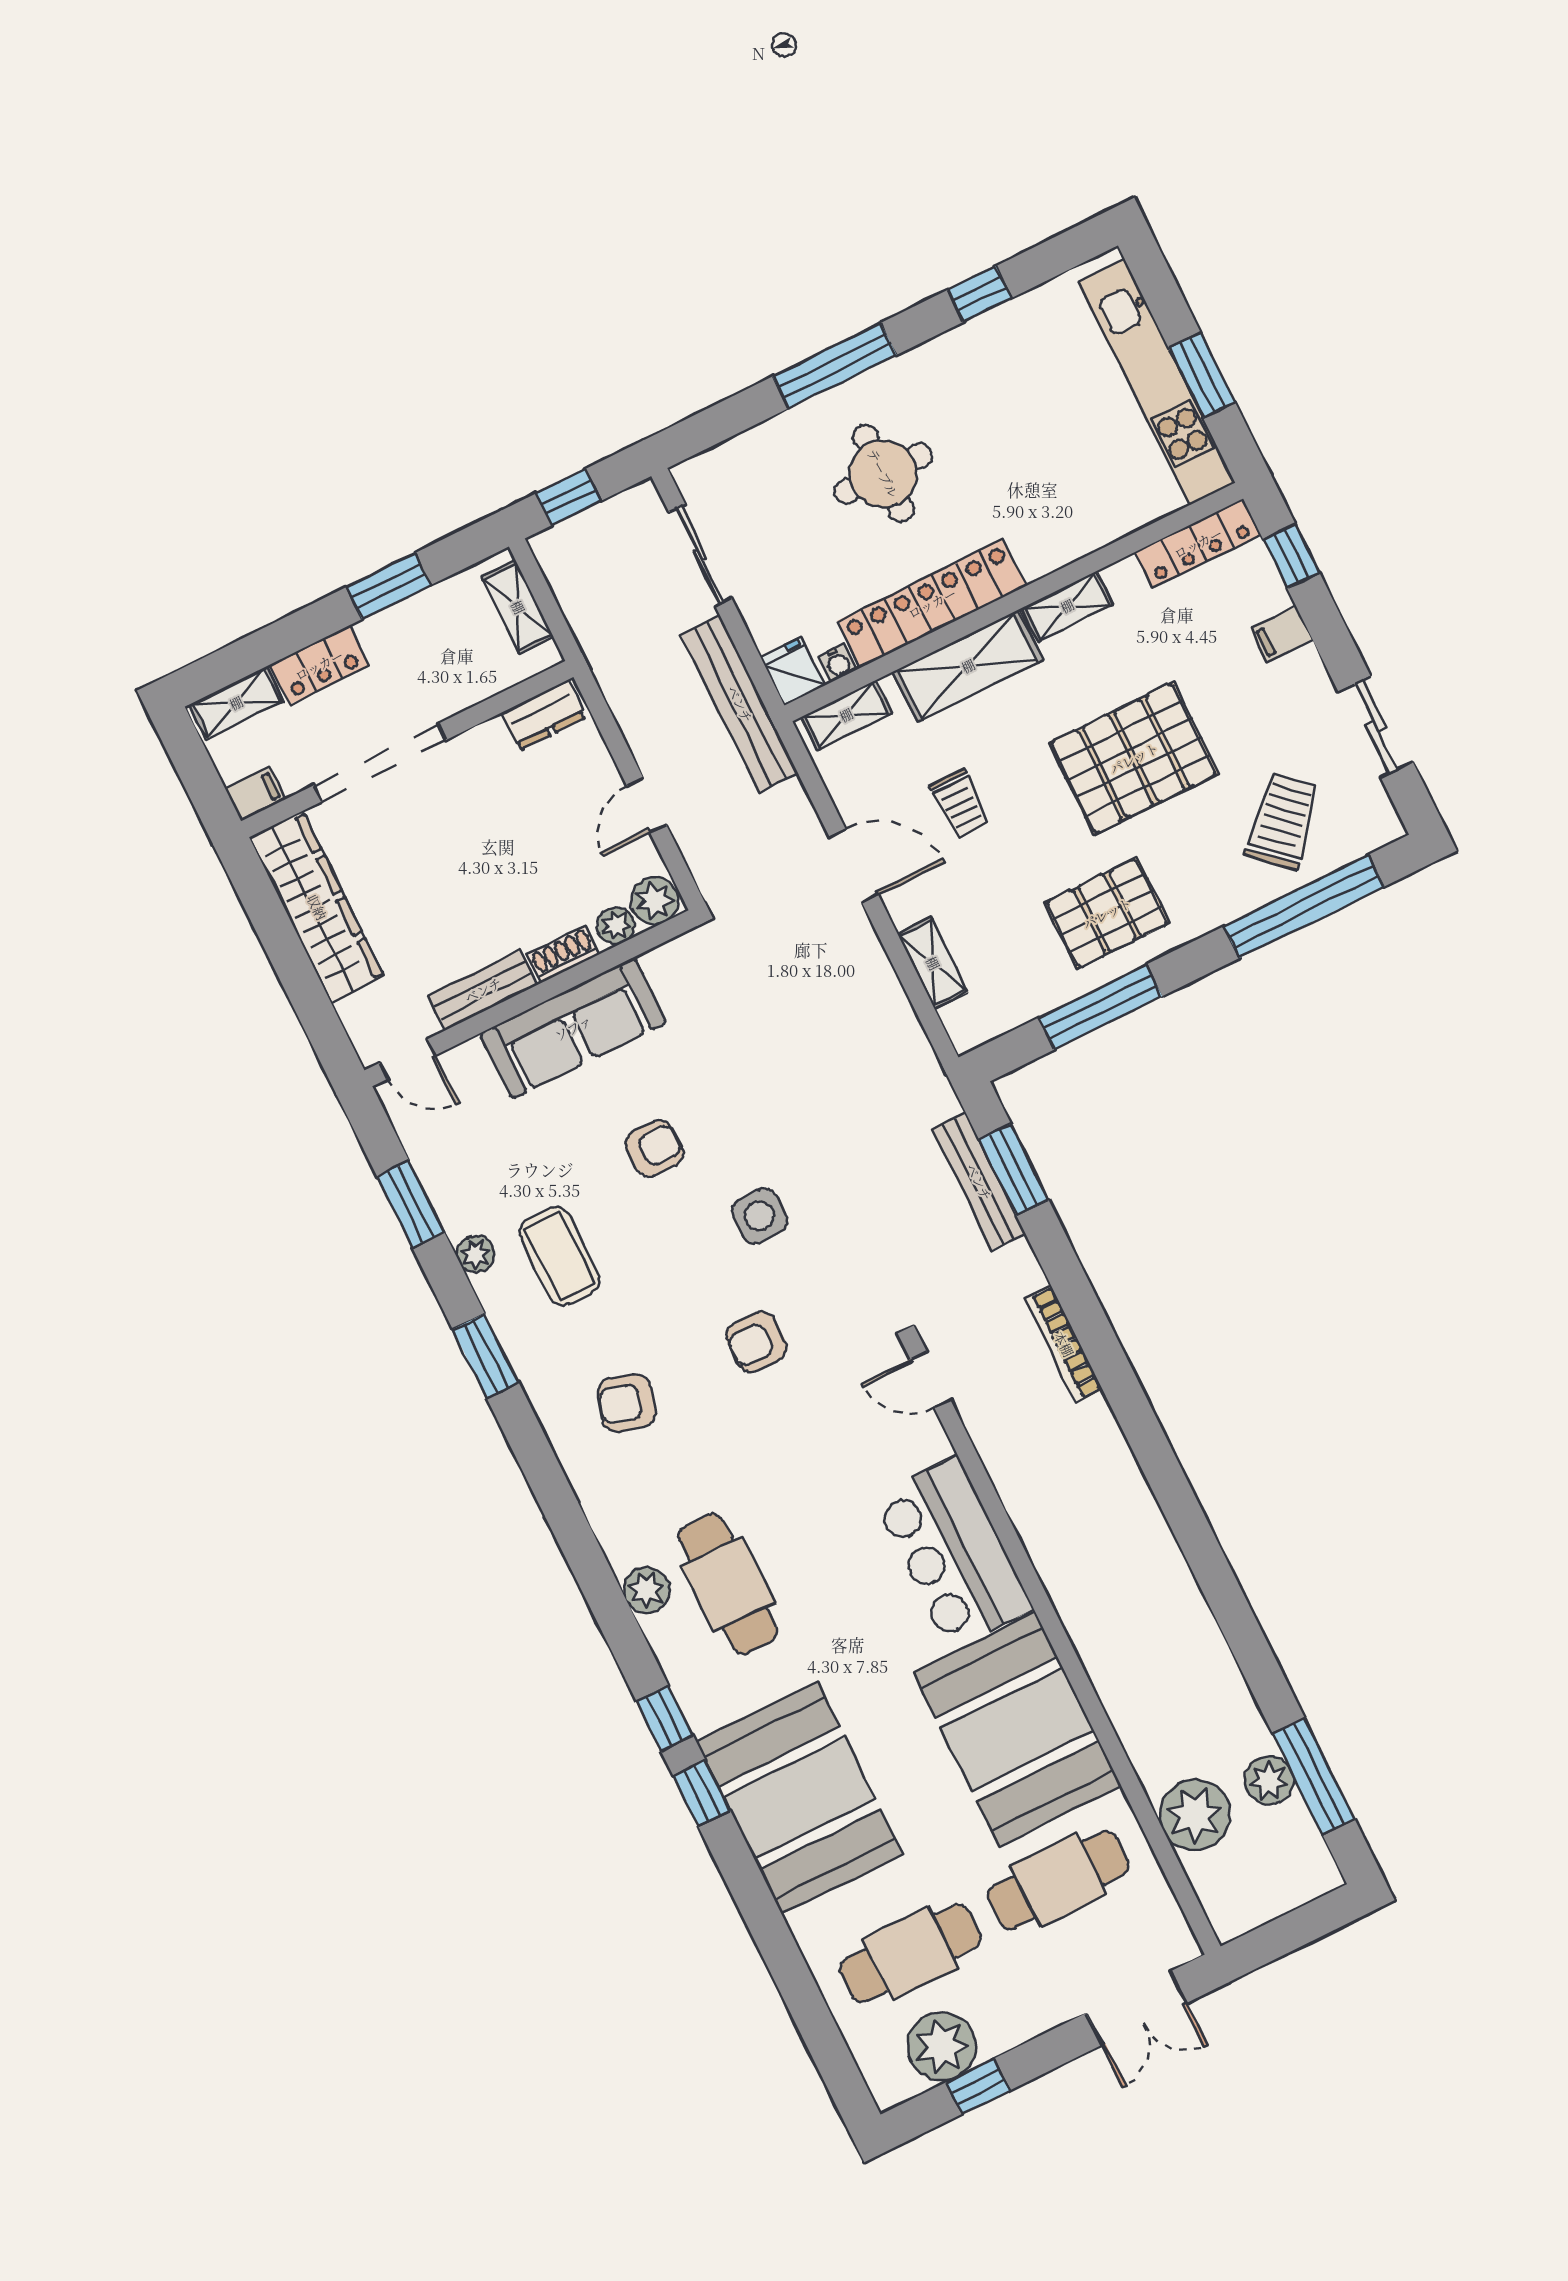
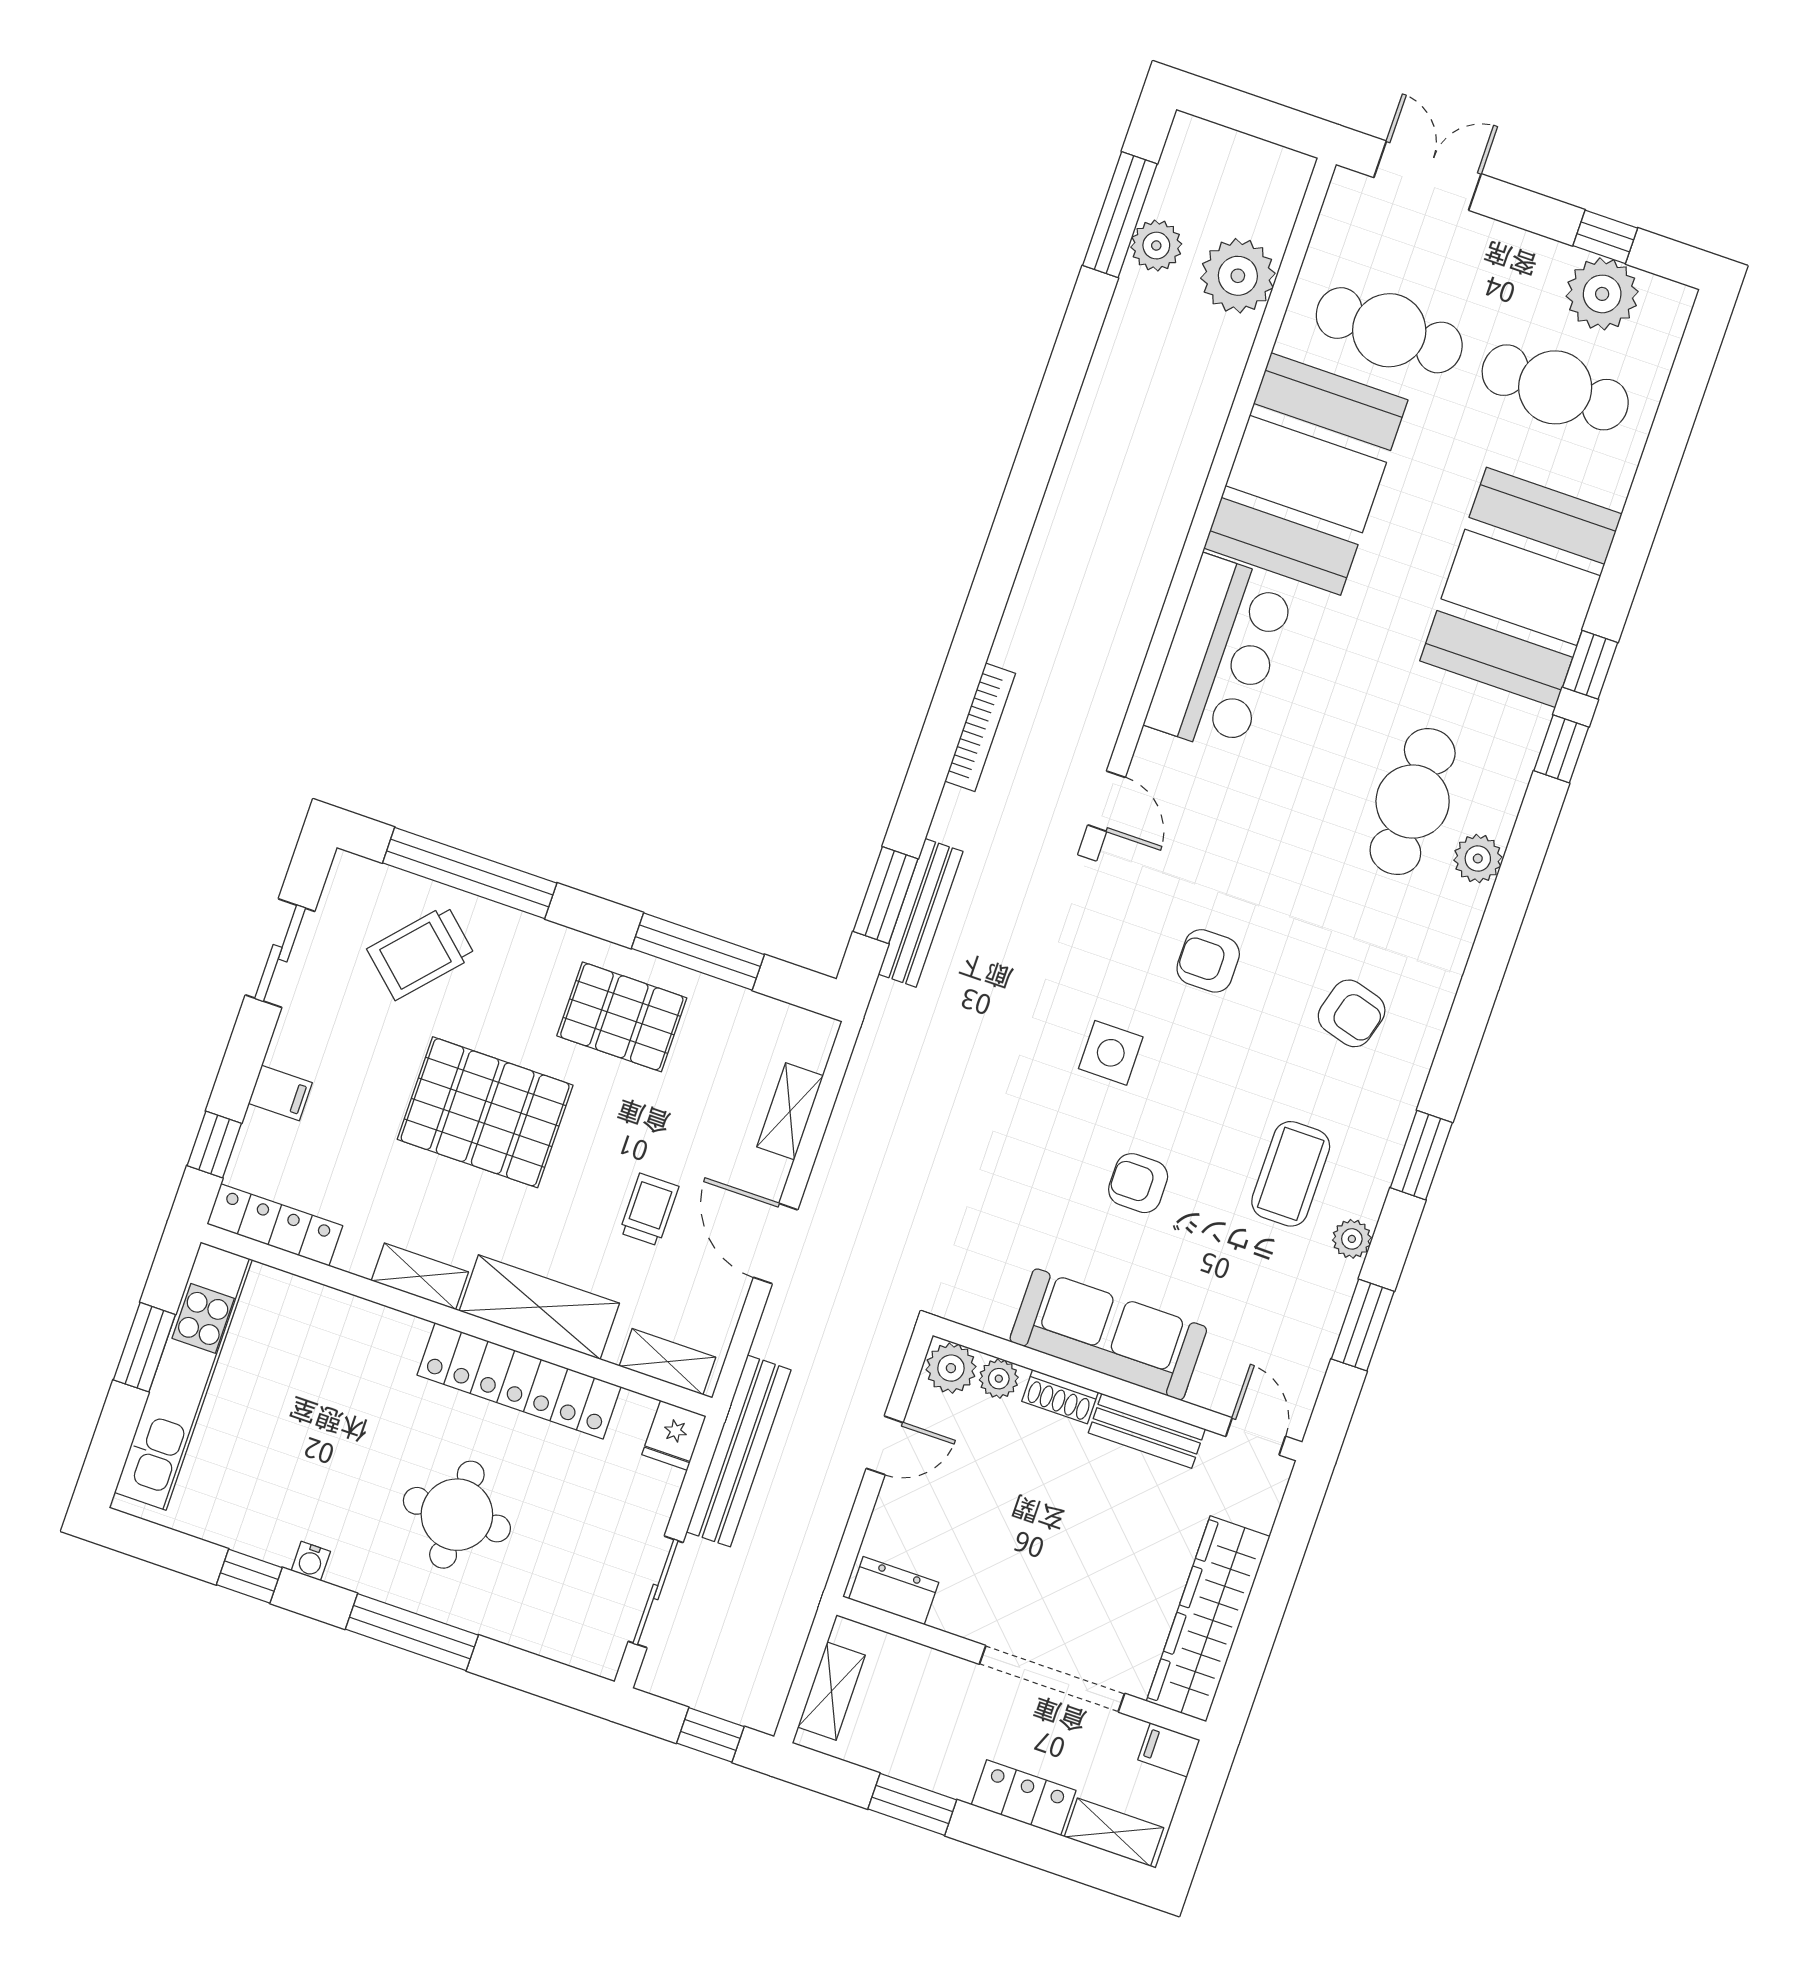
water cooler: (838, 663) -> (311, 1561), moved, turned 180
armchair: (756, 1342) -> (1208, 961), turned 180

